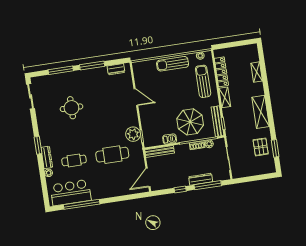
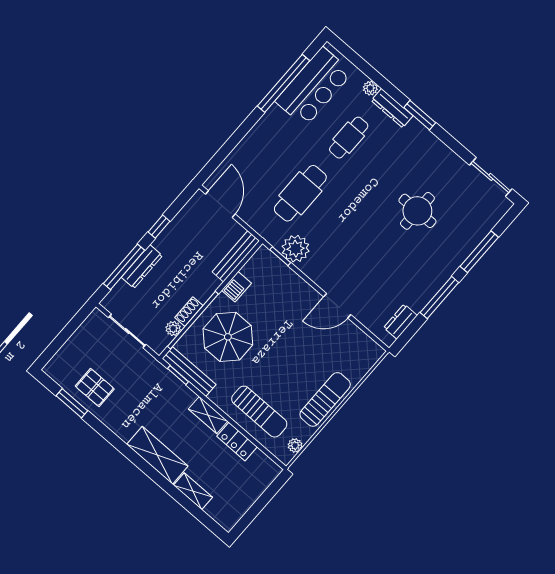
locker: (221, 72) -> (237, 442), width x0.66
shelving: (261, 112) -> (157, 455), moved

